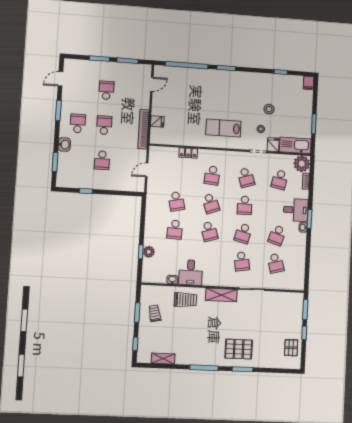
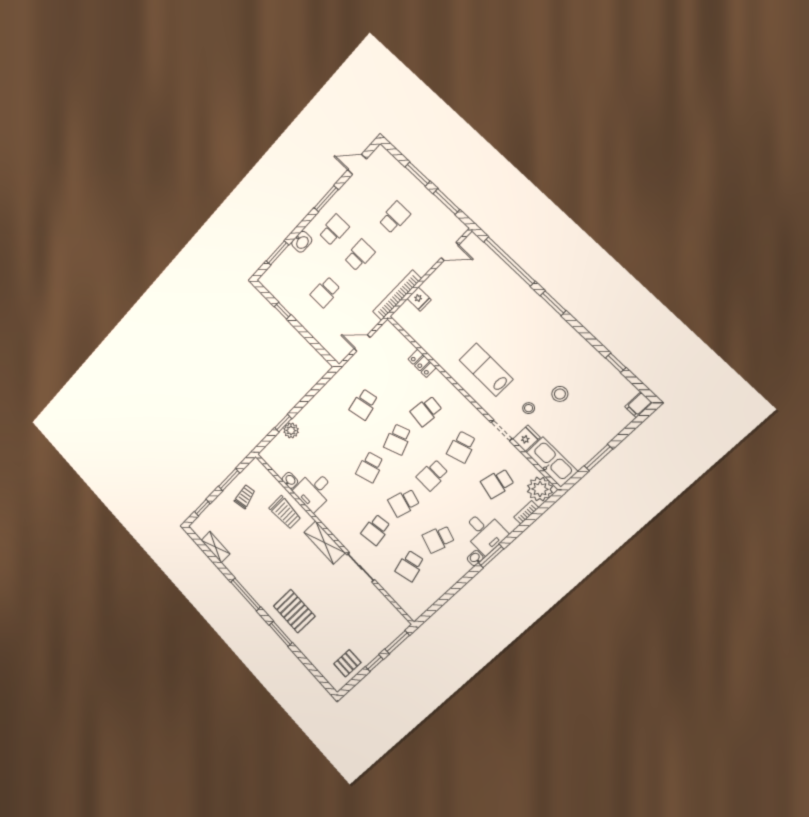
school desk: (175, 230) -> (336, 432), removed

